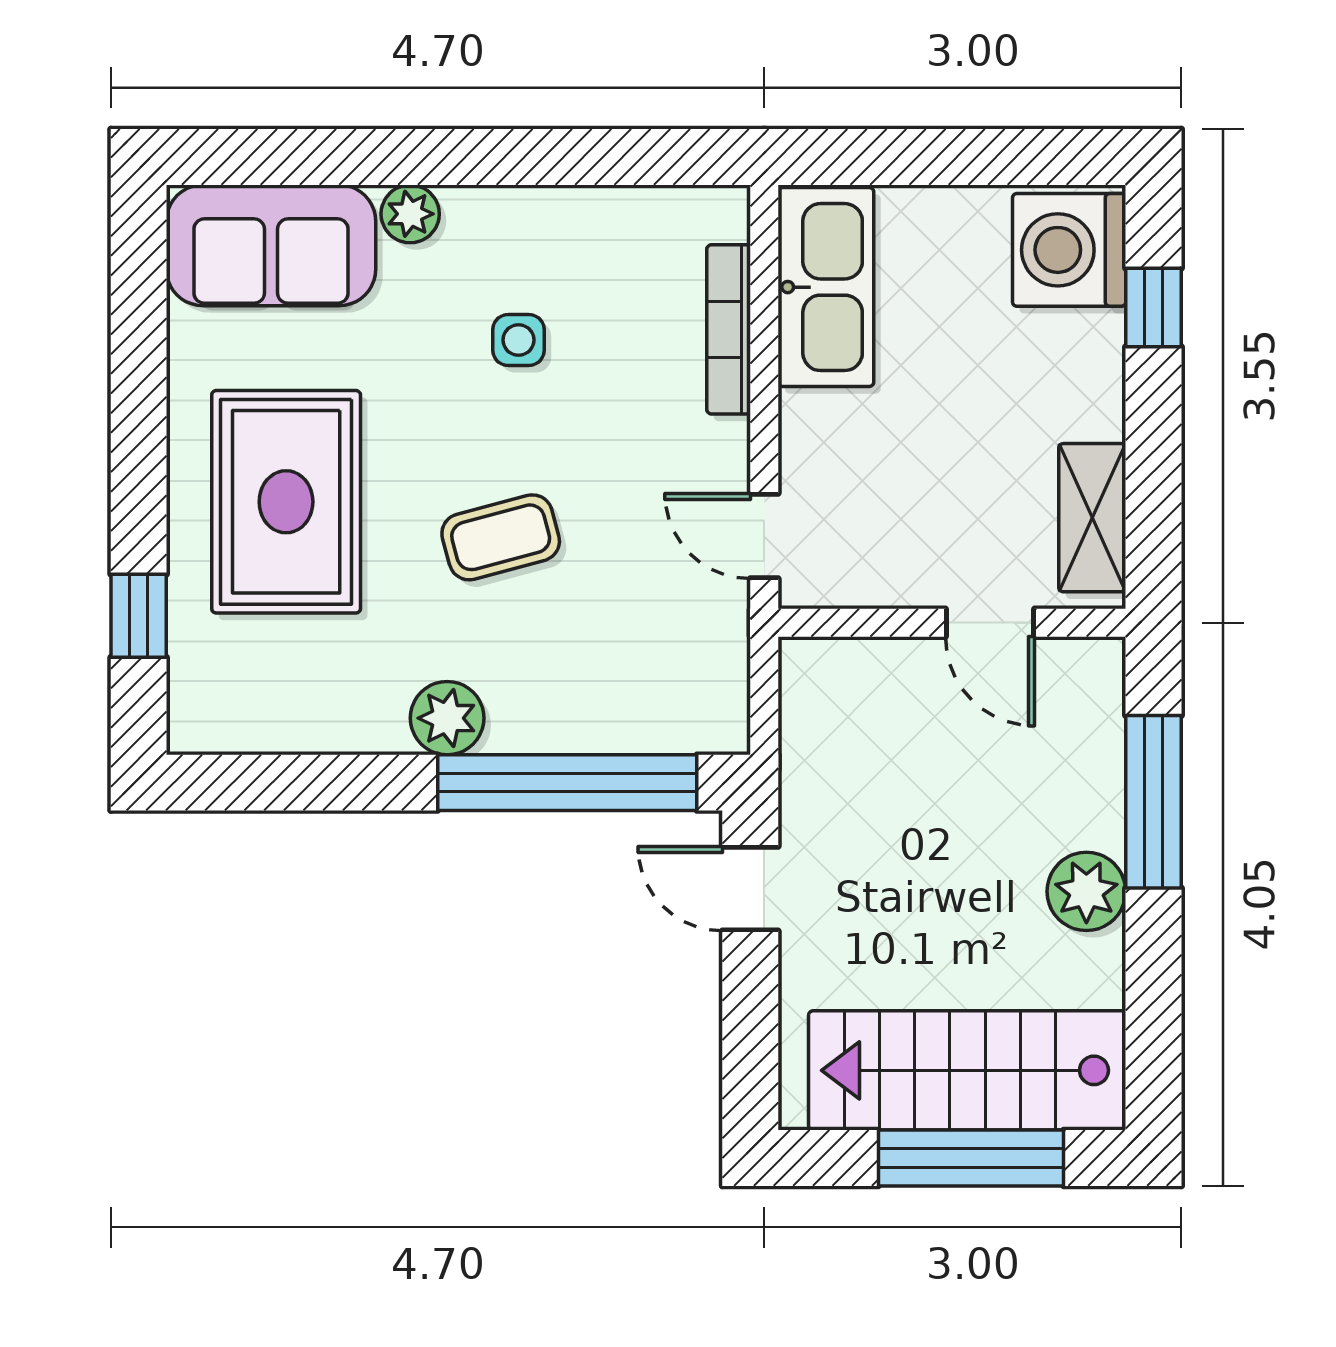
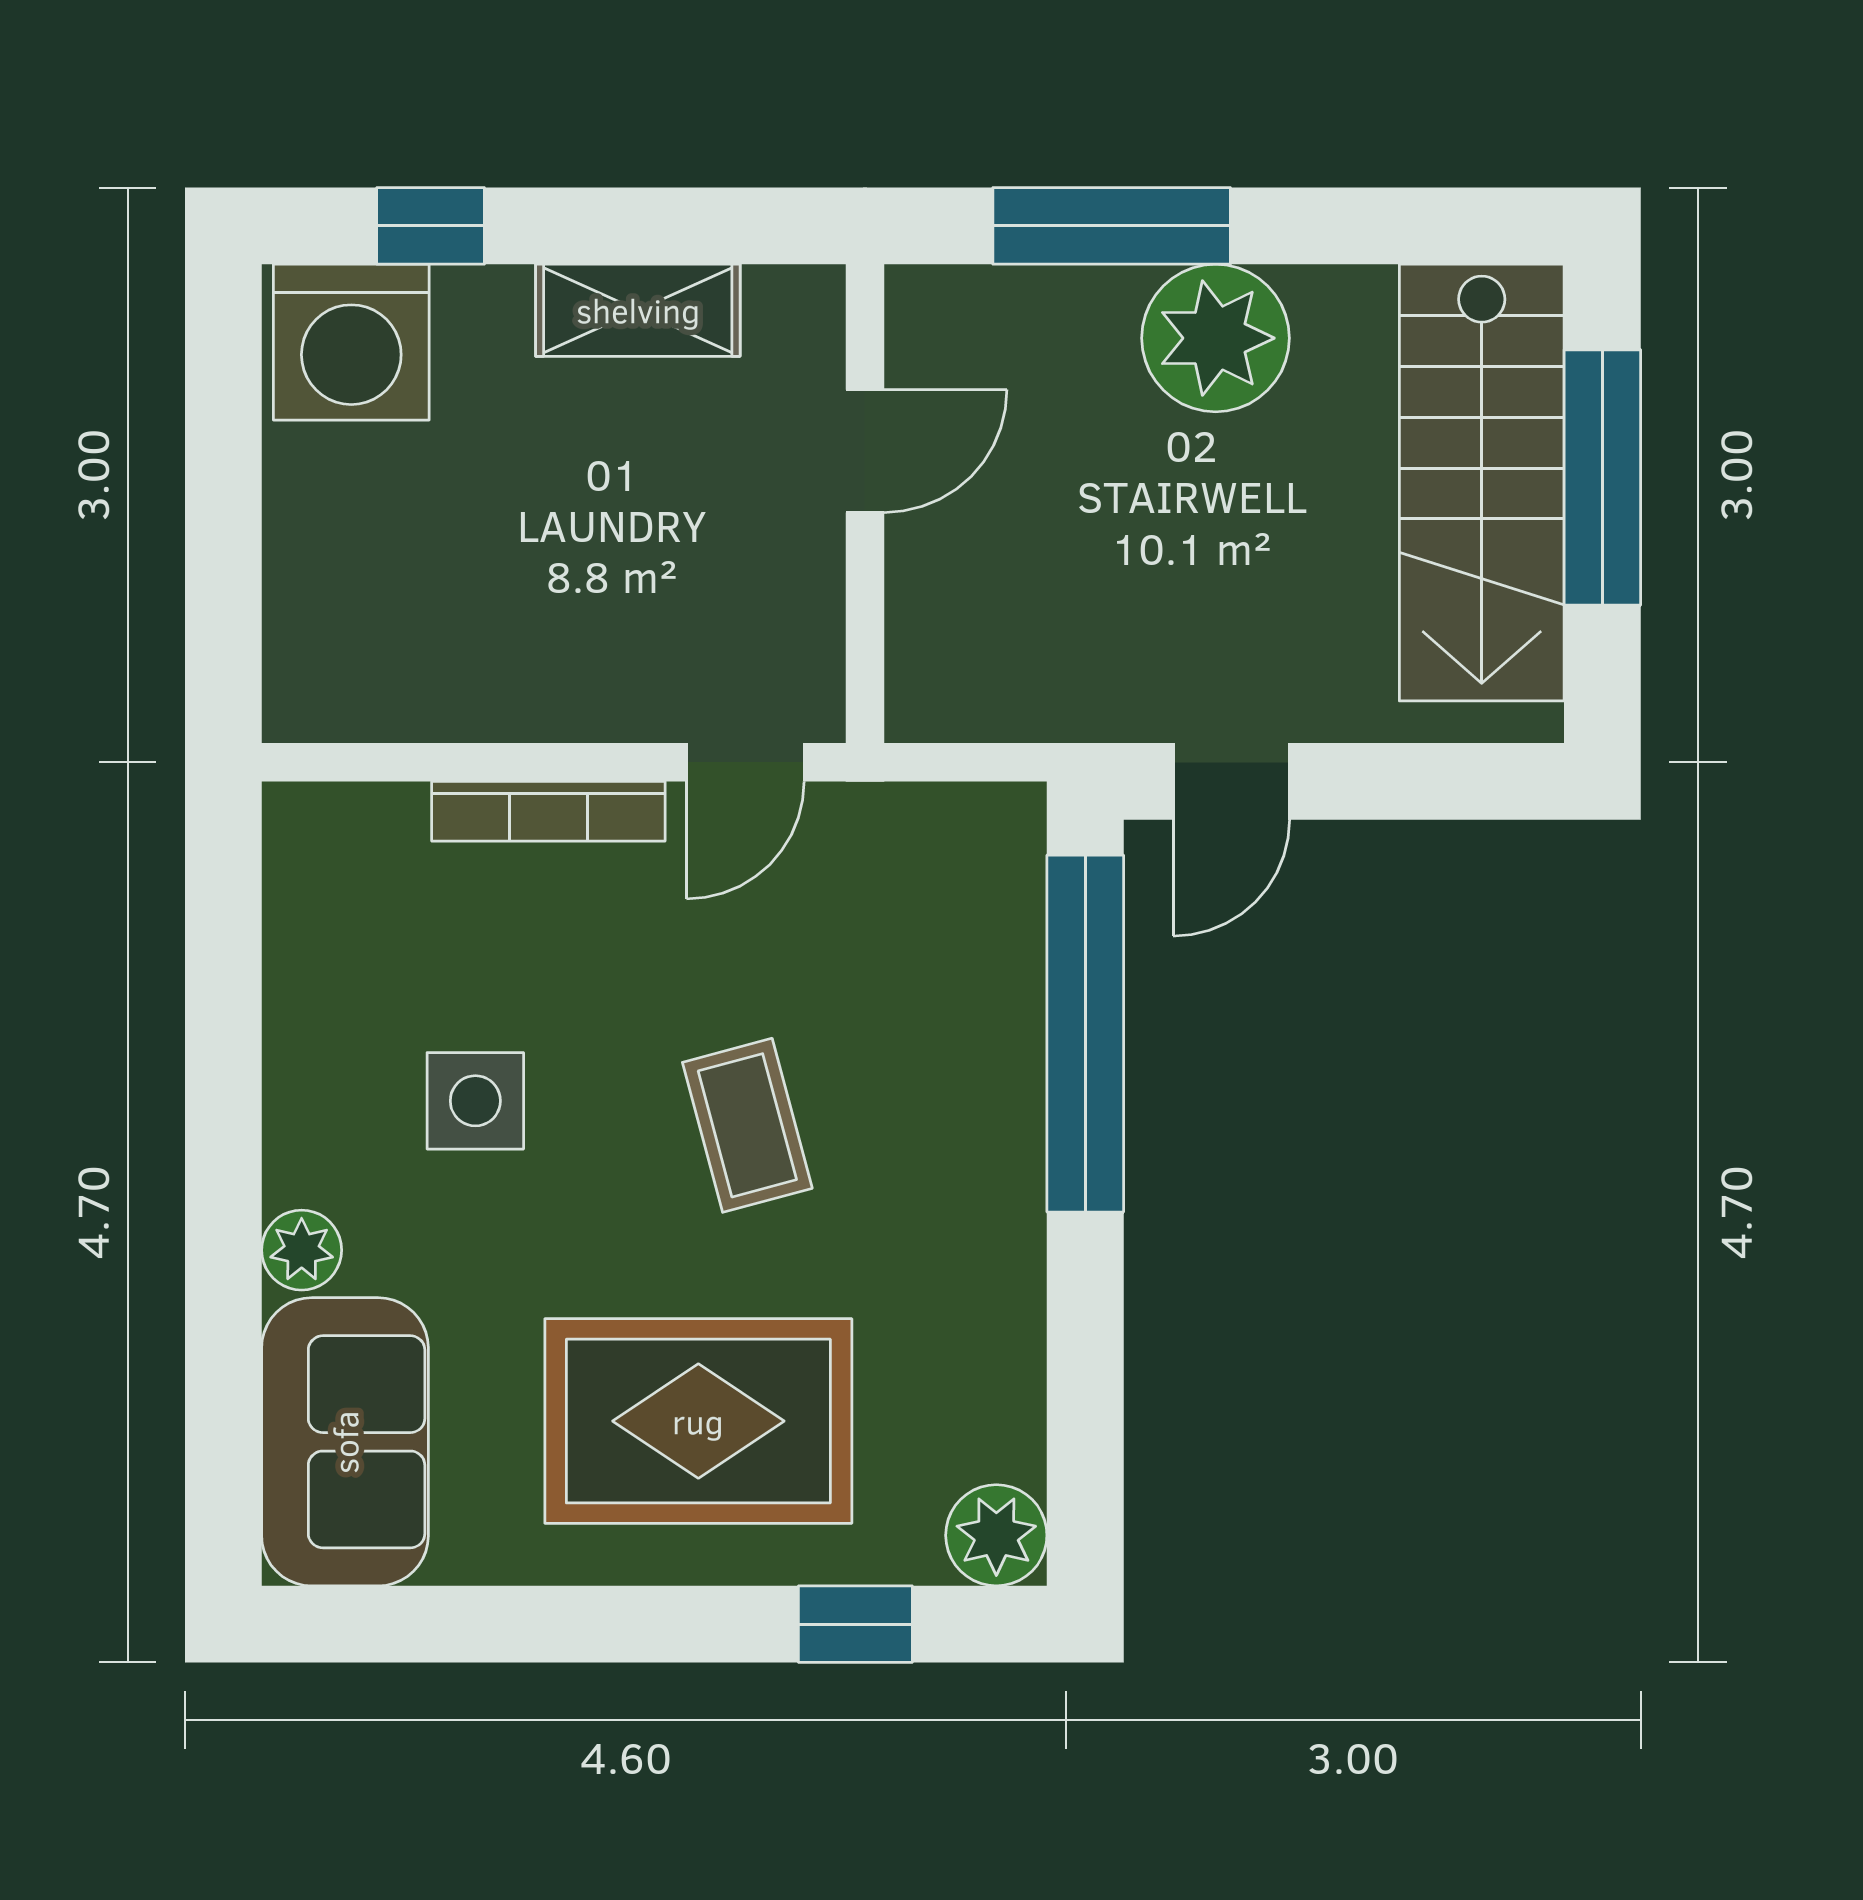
kitchen sink: (826, 287) -> (402, 677), removed
bookcase: (729, 329) -> (548, 811), moved
side table: (518, 340) -> (475, 1101), width x1.37, depth x1.37
shelving: (1092, 518) -> (638, 310), moved
plant: (447, 718) -> (996, 1535), moved
plant: (1086, 891) -> (1216, 338), width x1.36, depth x1.36

